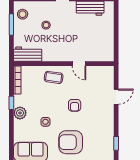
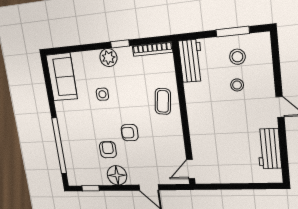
stool: (23, 14) -> (237, 57), moved
door: (79, 64) -> (191, 169), moved
floor lamp: (106, 120) -> (117, 175), added
armchair: (71, 142) -> (108, 150), moved, width x0.53, depth x0.53

